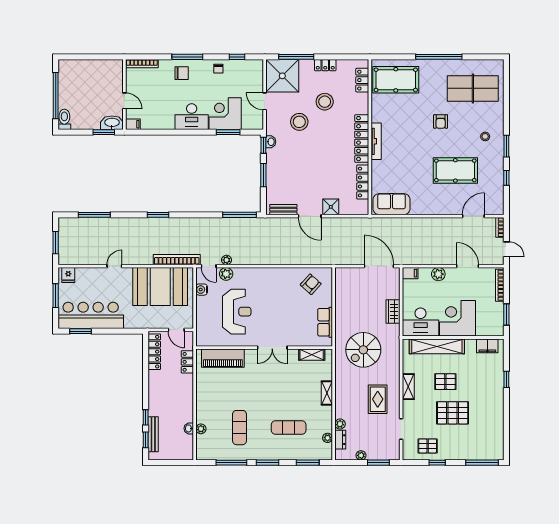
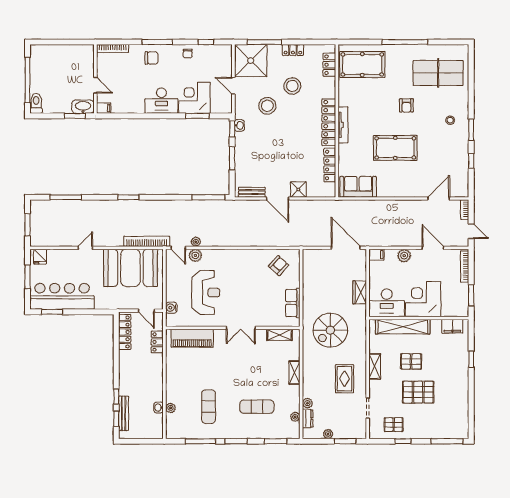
pool table: (455, 170) -> (395, 148), moved
water cooler: (202, 290) -> (171, 308), moved

